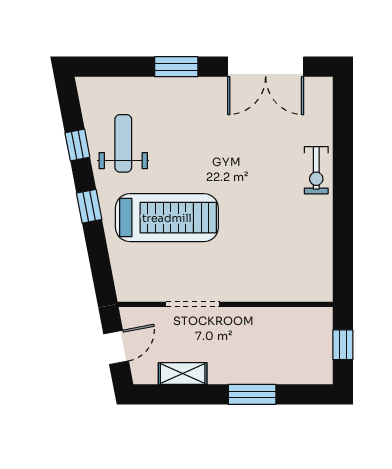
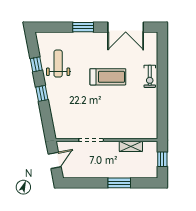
treadmill: (167, 218) -> (108, 77), moved, width x0.73, depth x0.73
shelving: (183, 374) -> (131, 146), moved

